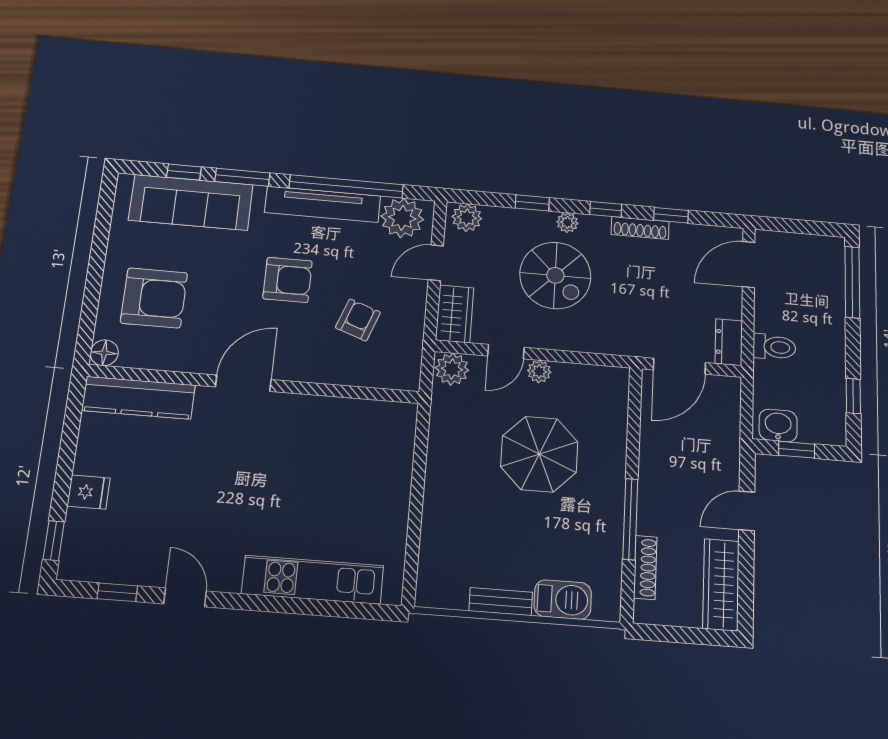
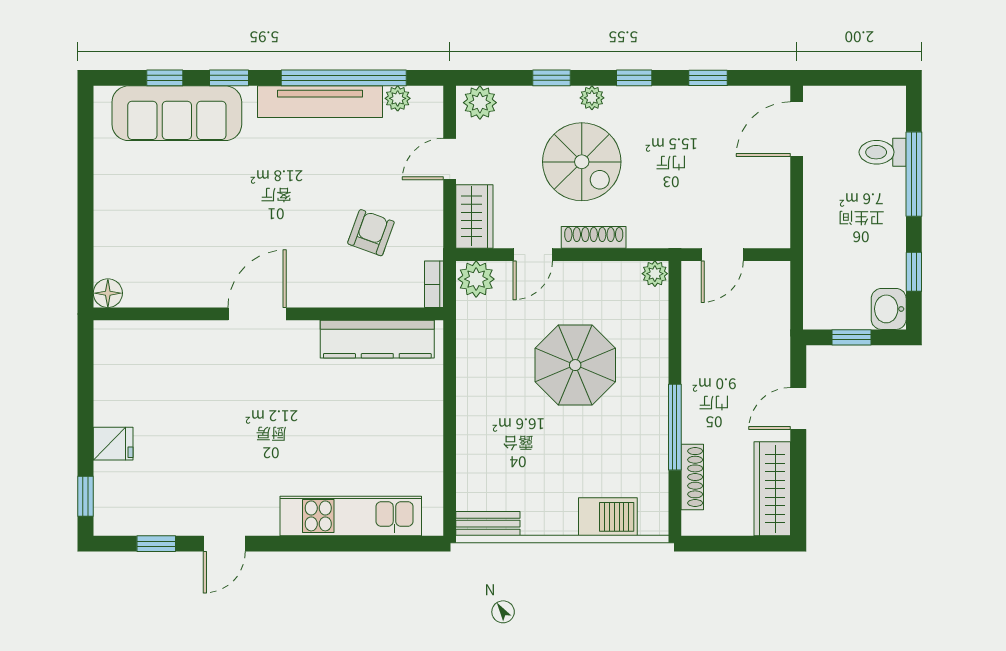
window: (242, 177) -> (229, 78), width x0.67
plant: (402, 218) -> (398, 98), width x0.53, depth x0.53
shoe rack: (640, 228) -> (594, 237), moved, turned 180
armchair: (288, 280) -> (291, 194), removed
window: (852, 282) -> (914, 174), moved
armchair: (154, 298) -> (152, 227), removed
dresser: (729, 342) -> (776, 222), removed
toilet: (774, 347) -> (883, 152), moved, turned 180
door: (679, 366) -> (722, 255), width x0.73
bookcase: (412, 370) -> (434, 284), added
plant: (539, 371) -> (655, 274), moved
kitchen counter: (139, 398) -> (377, 339), moved
washbasin: (778, 426) -> (889, 309), moved, turned -90
door: (185, 597) -> (224, 544), swing flipped
bench: (501, 602) -> (488, 524), moved

